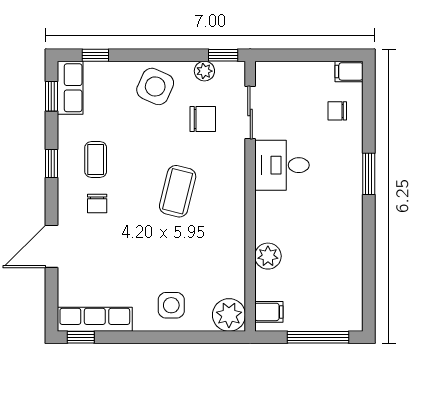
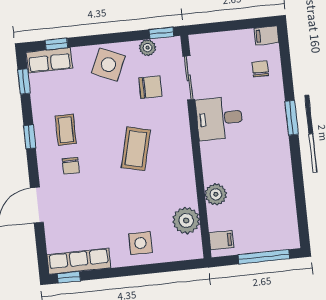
row of seats: (70, 88) -> (49, 60), moved, turned 90
chair: (337, 111) -> (260, 69), turned 90
plant: (229, 315) -> (186, 220), moved

